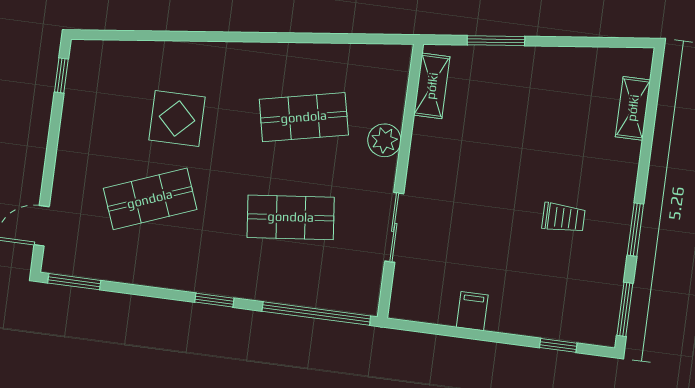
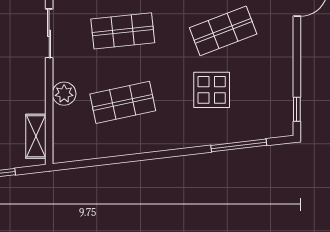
window: (149, 36) -> (239, 145), added

